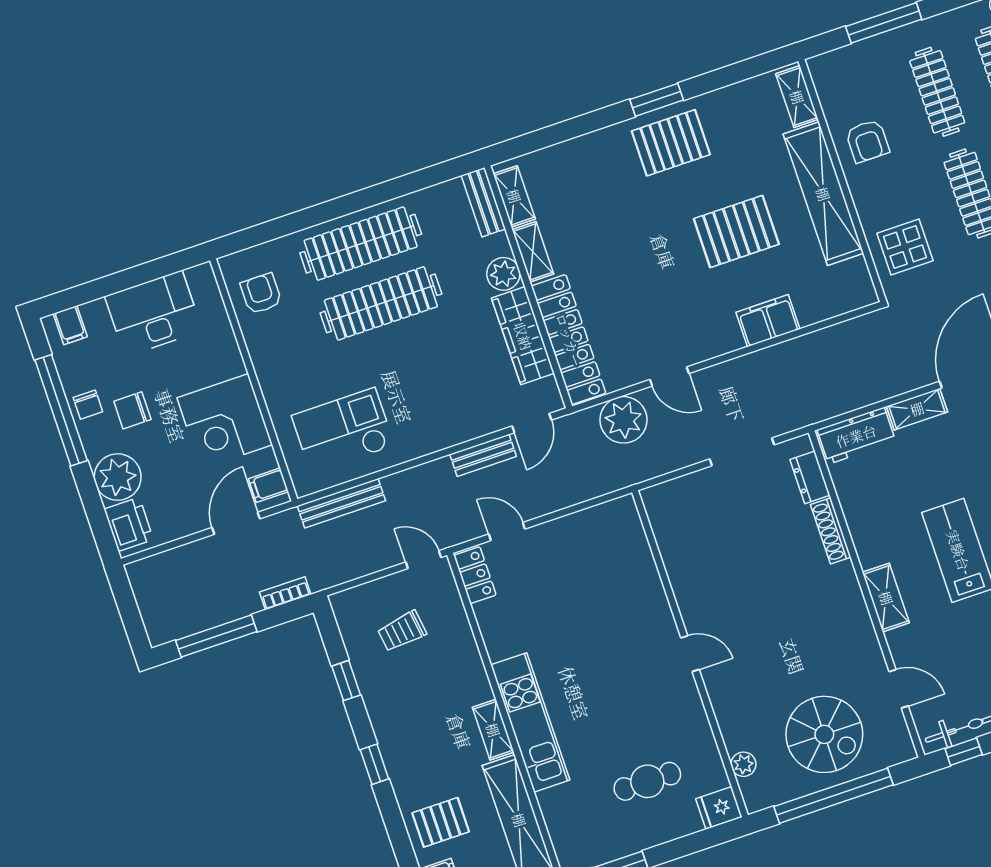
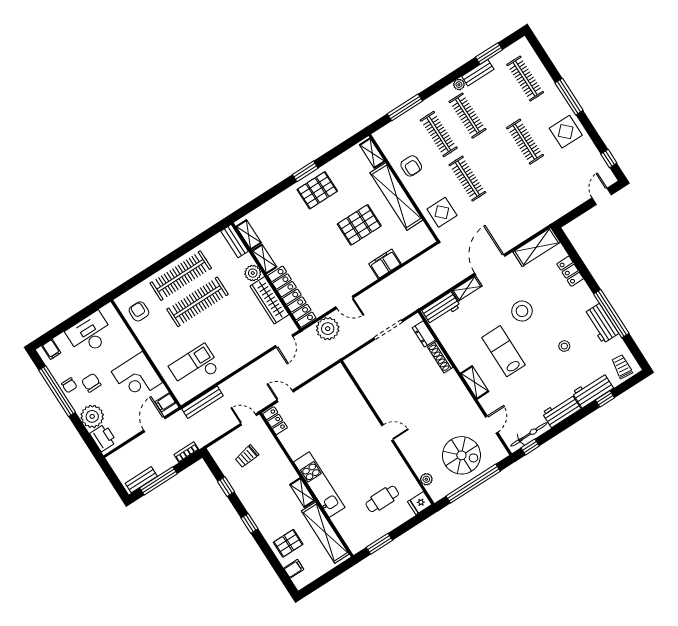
chair: (132, 410) -> (91, 383), turned 90
bench: (483, 455) -> (141, 480), moved
door: (899, 689) -> (492, 425), hinge flipped

